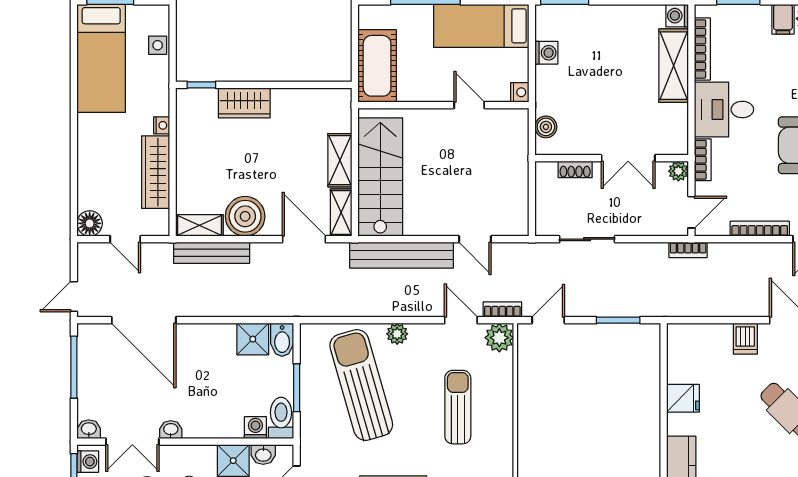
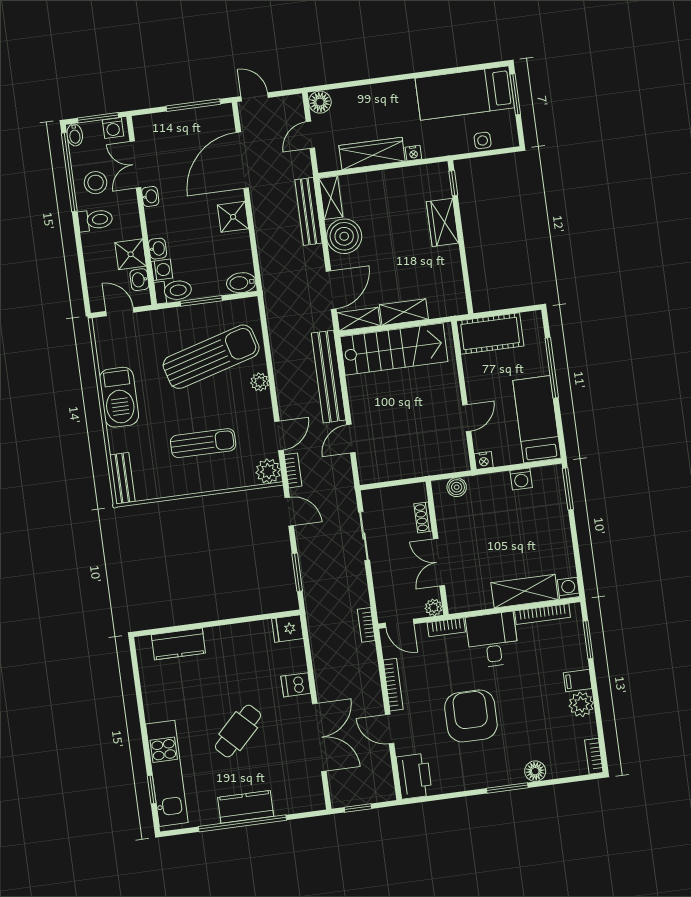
shower: (253, 339) -> (233, 217), moved
fridge: (683, 398) -> (287, 629), moved, turned 90
washbasin: (89, 429) -> (158, 249), moved

